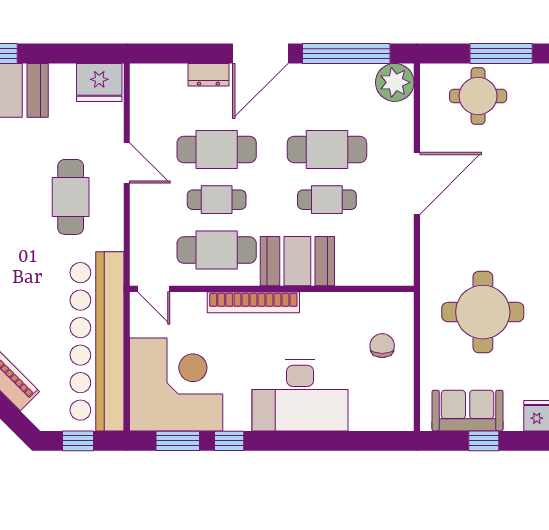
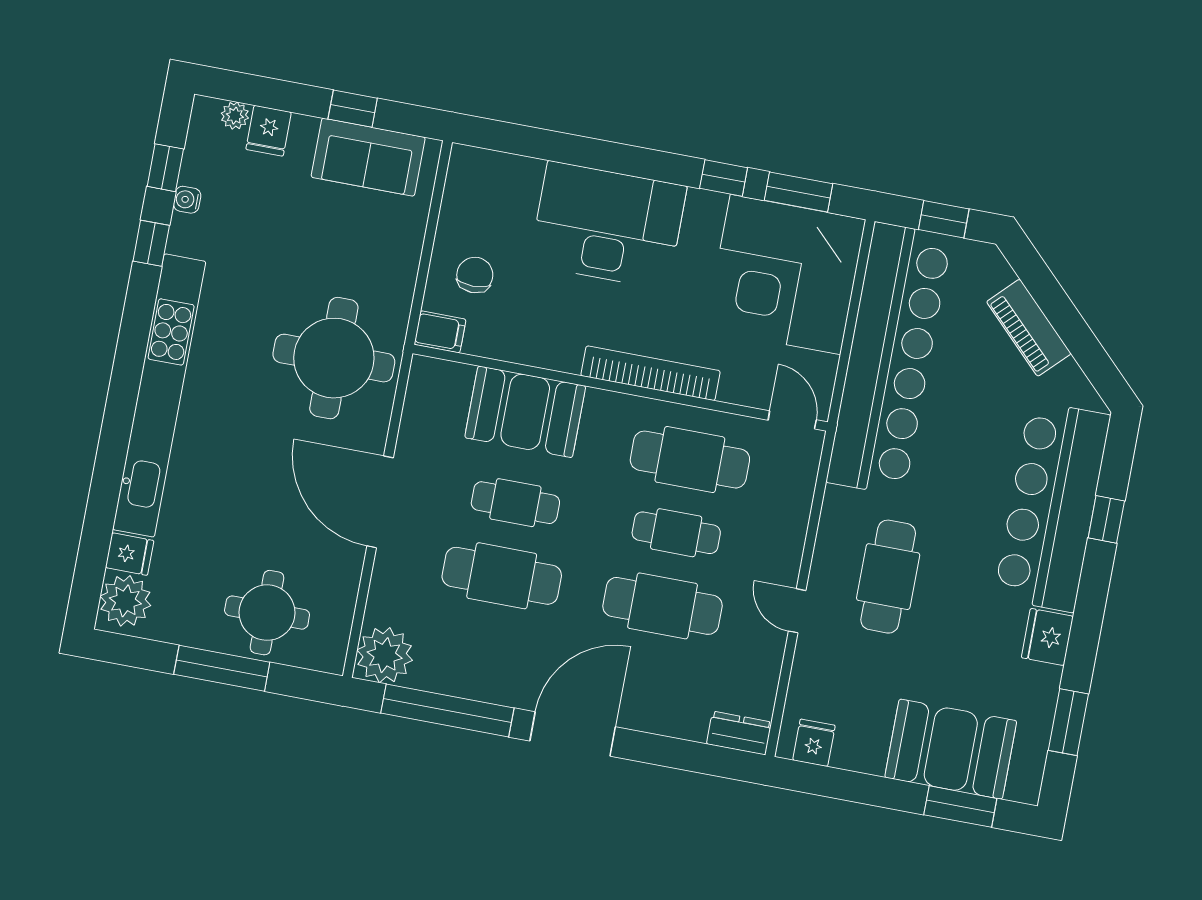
dresser: (208, 75) -> (739, 733), moved
fridge: (99, 82) -> (814, 743), width x0.53, depth x0.75
door: (127, 163) -> (797, 611), width x0.73
door: (417, 183) -> (380, 502), hinge flipped
booth: (297, 261) -> (525, 412), moved
filing cabinet: (398, 304) -> (440, 332), added
round table: (483, 312) -> (334, 358), moved
chair: (382, 346) -> (475, 275), turned 180

